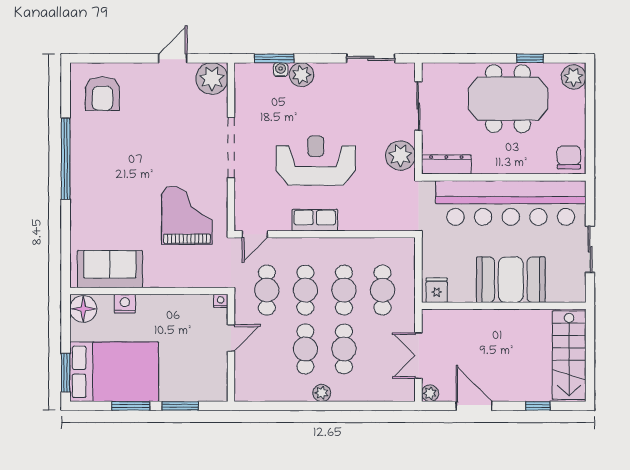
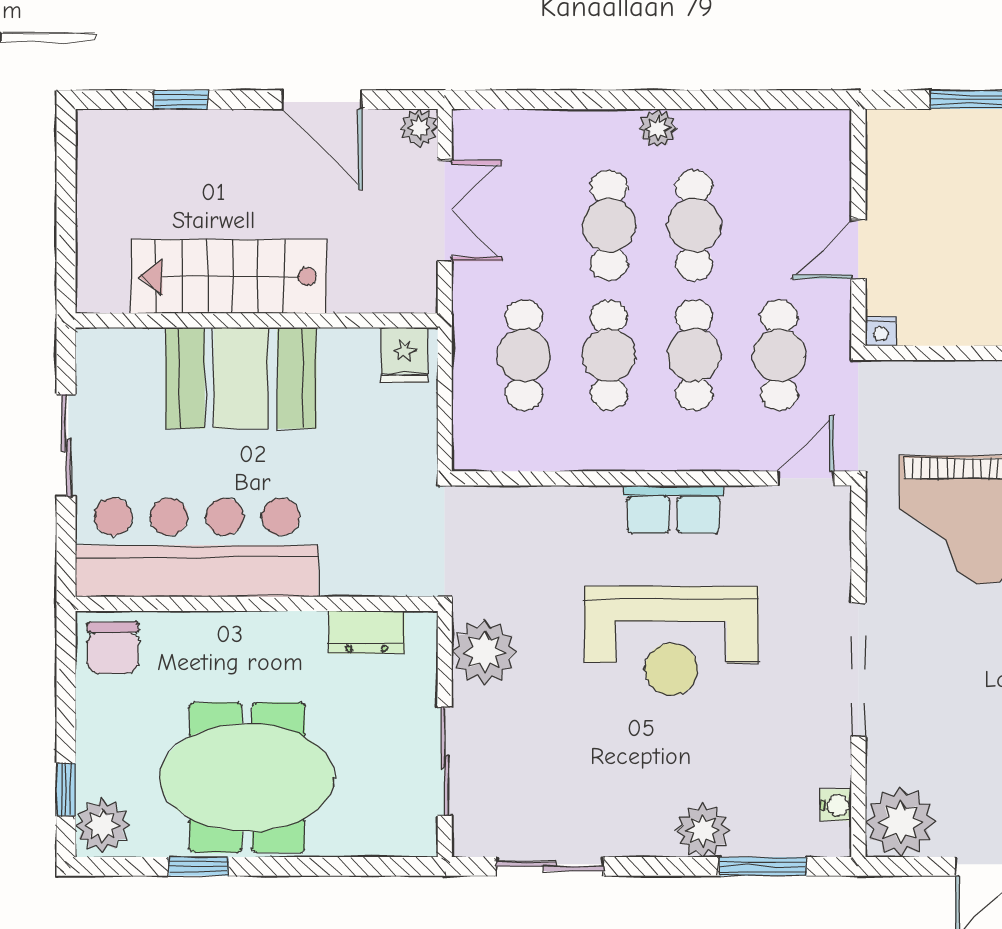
water cooler: (281, 70) -> (836, 805), moved, turned -90
window: (590, 93) -> (66, 789), added
dresser: (446, 165) -> (367, 632), width x0.70
bar counter: (511, 203) -> (197, 547), width x0.73
stairs: (569, 355) -> (229, 277), moved, turned -90

